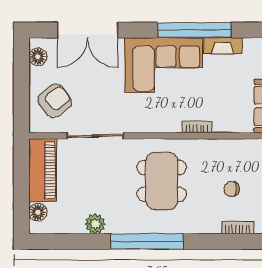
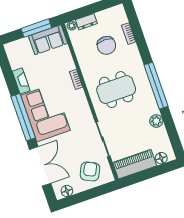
window: (194, 30) -> (23, 117), moved
armchair: (55, 101) -> (90, 171), turned 65
chair: (232, 189) -> (106, 45), width x1.87, depth x1.87

